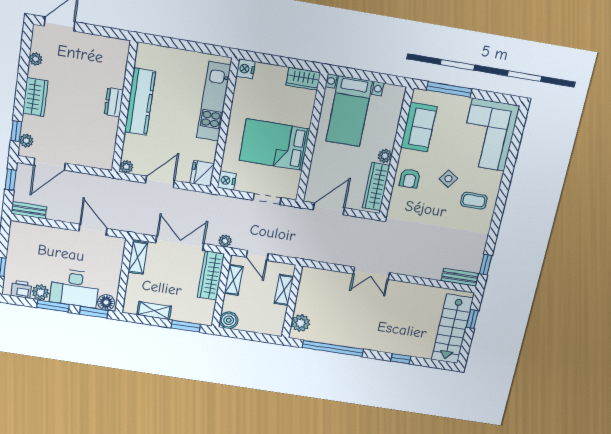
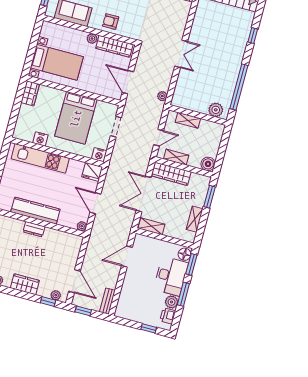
nightstand: (246, 69) -> (40, 139), moved
armchair: (410, 178) -> (111, 21), turned 180
plant: (225, 241) -> (162, 96), moved

